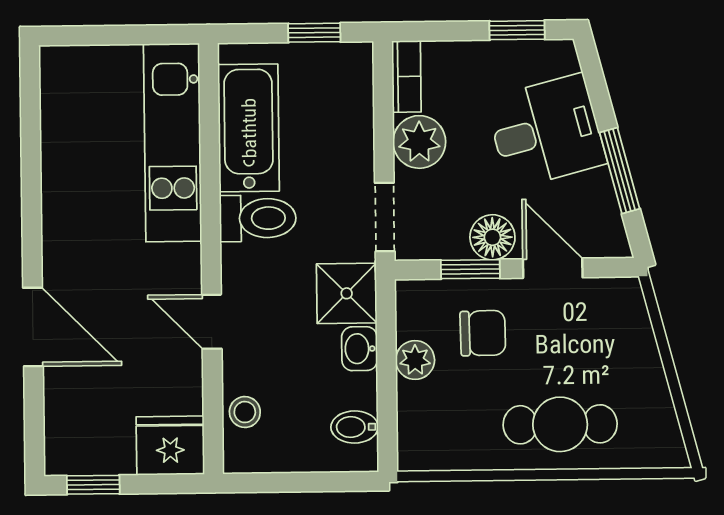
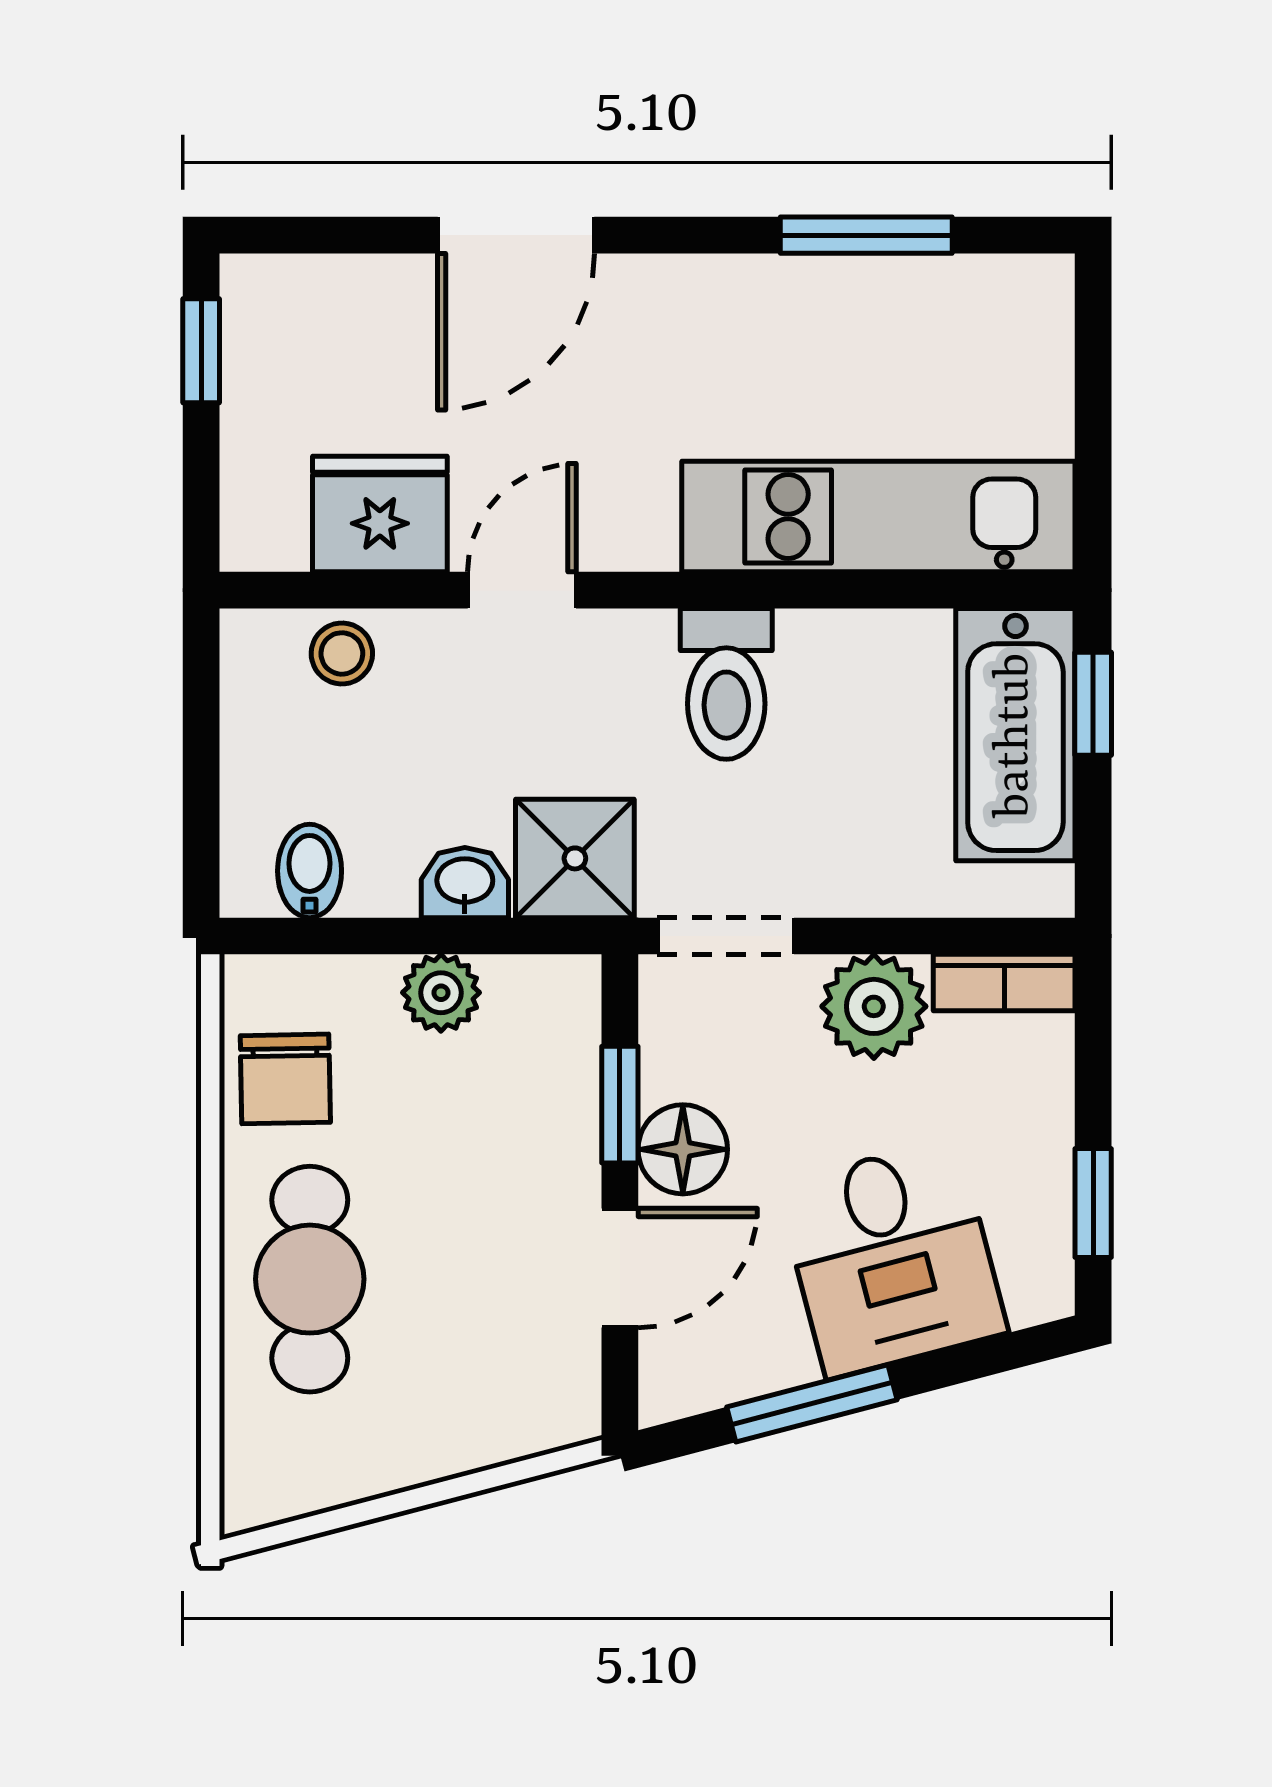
window: (314, 33) -> (1093, 704), moved
bathtub: (249, 128) -> (1015, 735), moved, turned 90
window: (31, 150) -> (866, 235), added
chair: (483, 333) -> (285, 1079), moved
fridge: (170, 446) -> (380, 514), moved, turned -90

